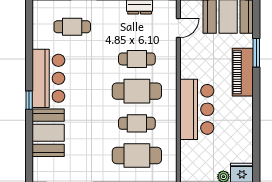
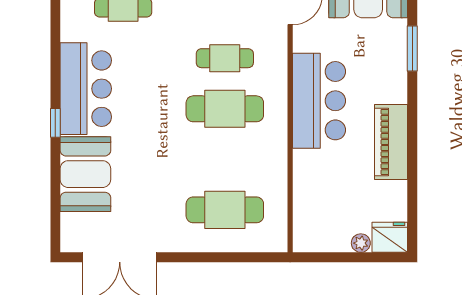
piano: (243, 72) -> (391, 142), moved
bar counter: (197, 109) -> (319, 101), moved
cafe table: (137, 123) -> (225, 159), removed

